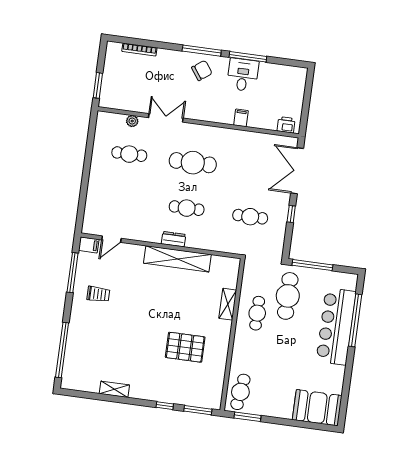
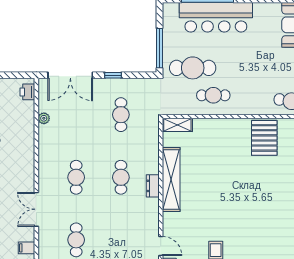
filing cabinet: (241, 118) -> (27, 248), moved
plant: (132, 121) -> (44, 118), moved
cafe table: (193, 163) -> (76, 177), width x0.73, depth x0.74
shelving: (228, 304) -> (177, 125), moved
pallet: (185, 347) -> (264, 138), moved

